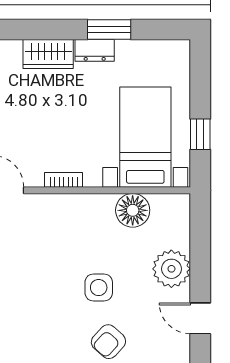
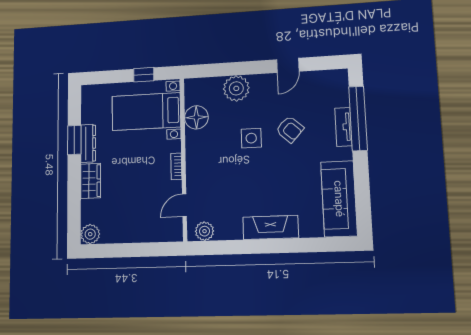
dresser: (95, 50) -> (88, 143), width x1.44
door: (200, 318) -> (288, 65), moved

